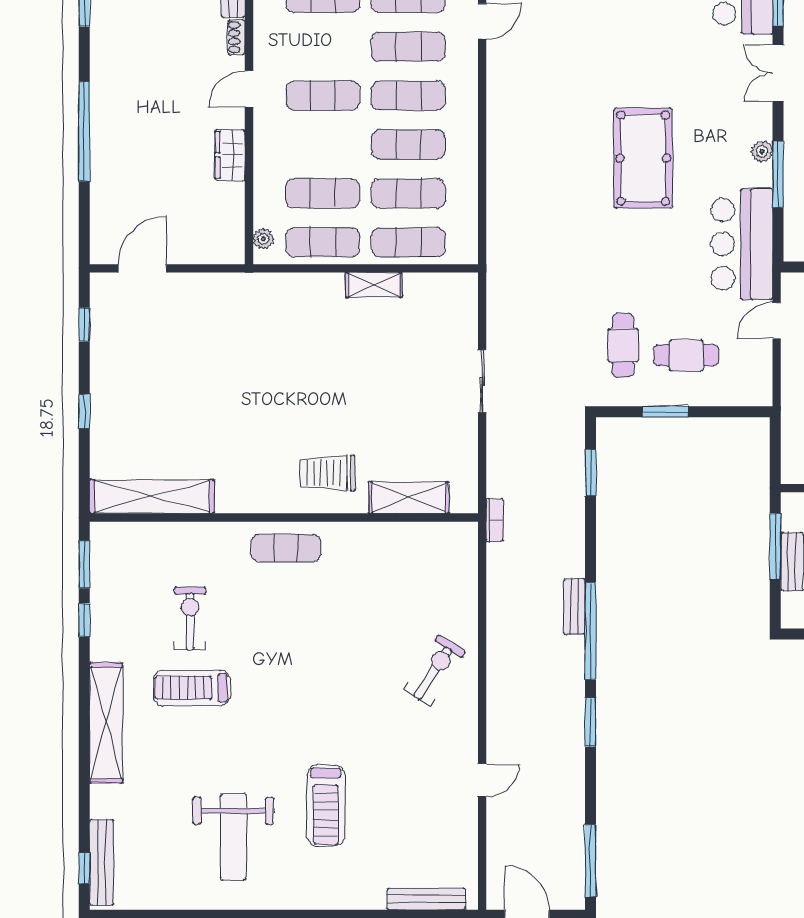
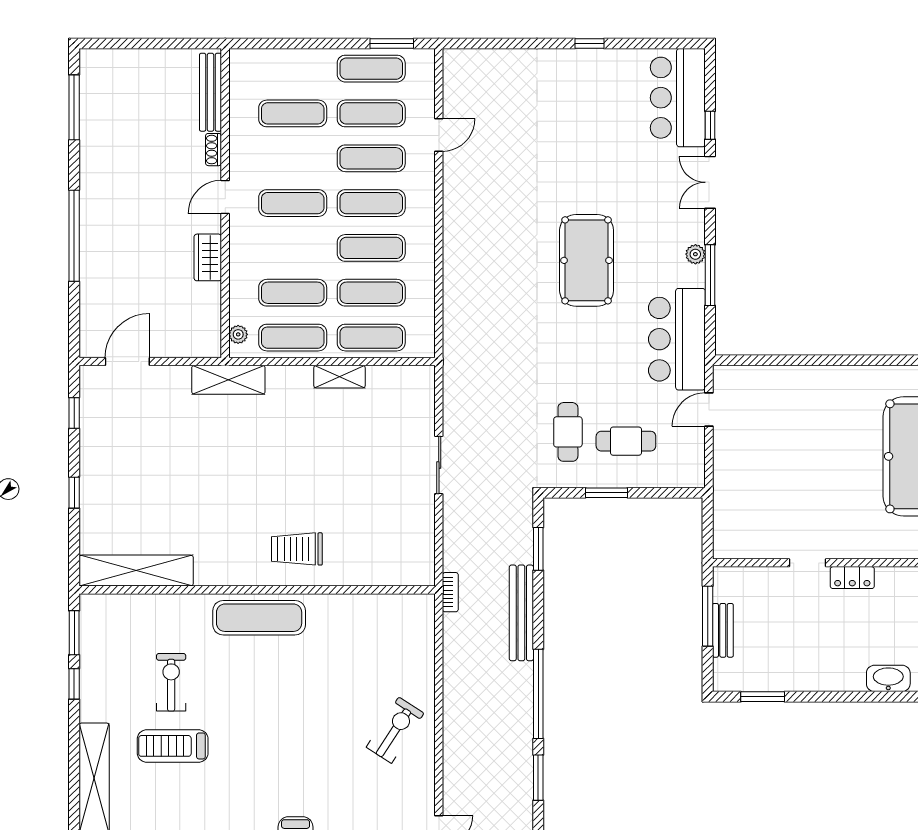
shelving: (409, 498) -> (228, 380), moved
exercise mat: (286, 548) -> (259, 618), width x1.36, depth x1.45
bench: (574, 606) -> (521, 613), moved, width x1.86, depth x1.21

